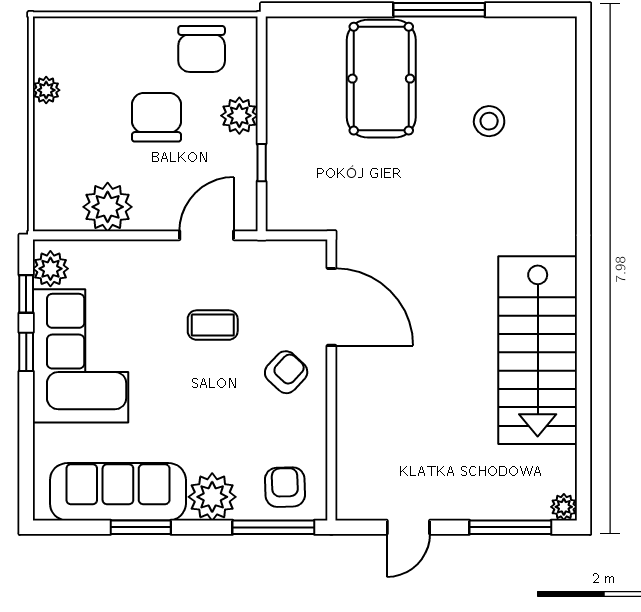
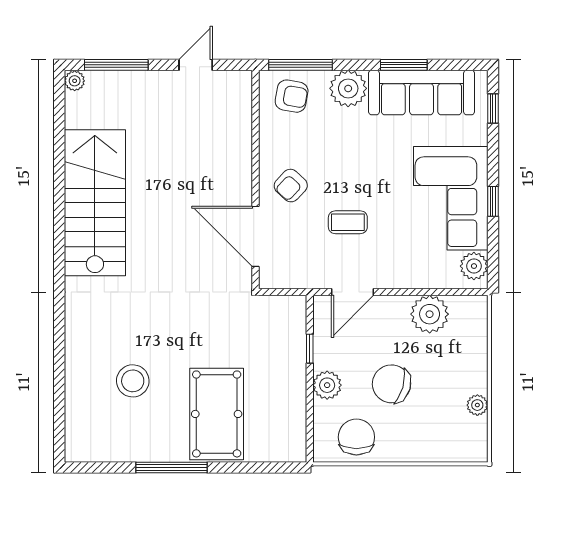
chair: (156, 117) -> (392, 384), turned 106
stool: (489, 121) -> (133, 381), width x1.38, depth x1.38
window: (26, 294) -> (493, 109), moved
armchair: (285, 487) -> (292, 96), turned -78

